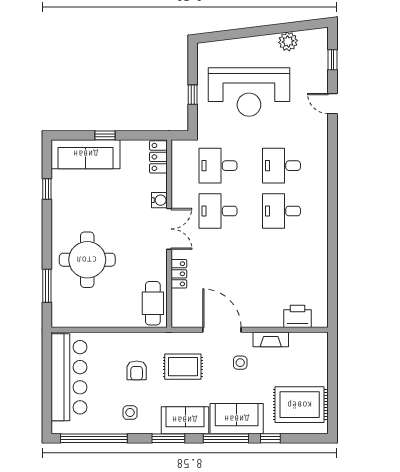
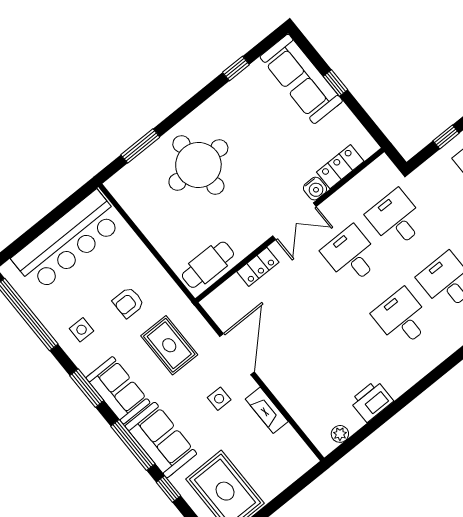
locker: (158, 157) -> (340, 167), moved
plant: (322, 306) -> (340, 434), added
printer: (298, 316) -> (372, 401), moved, turned -90

